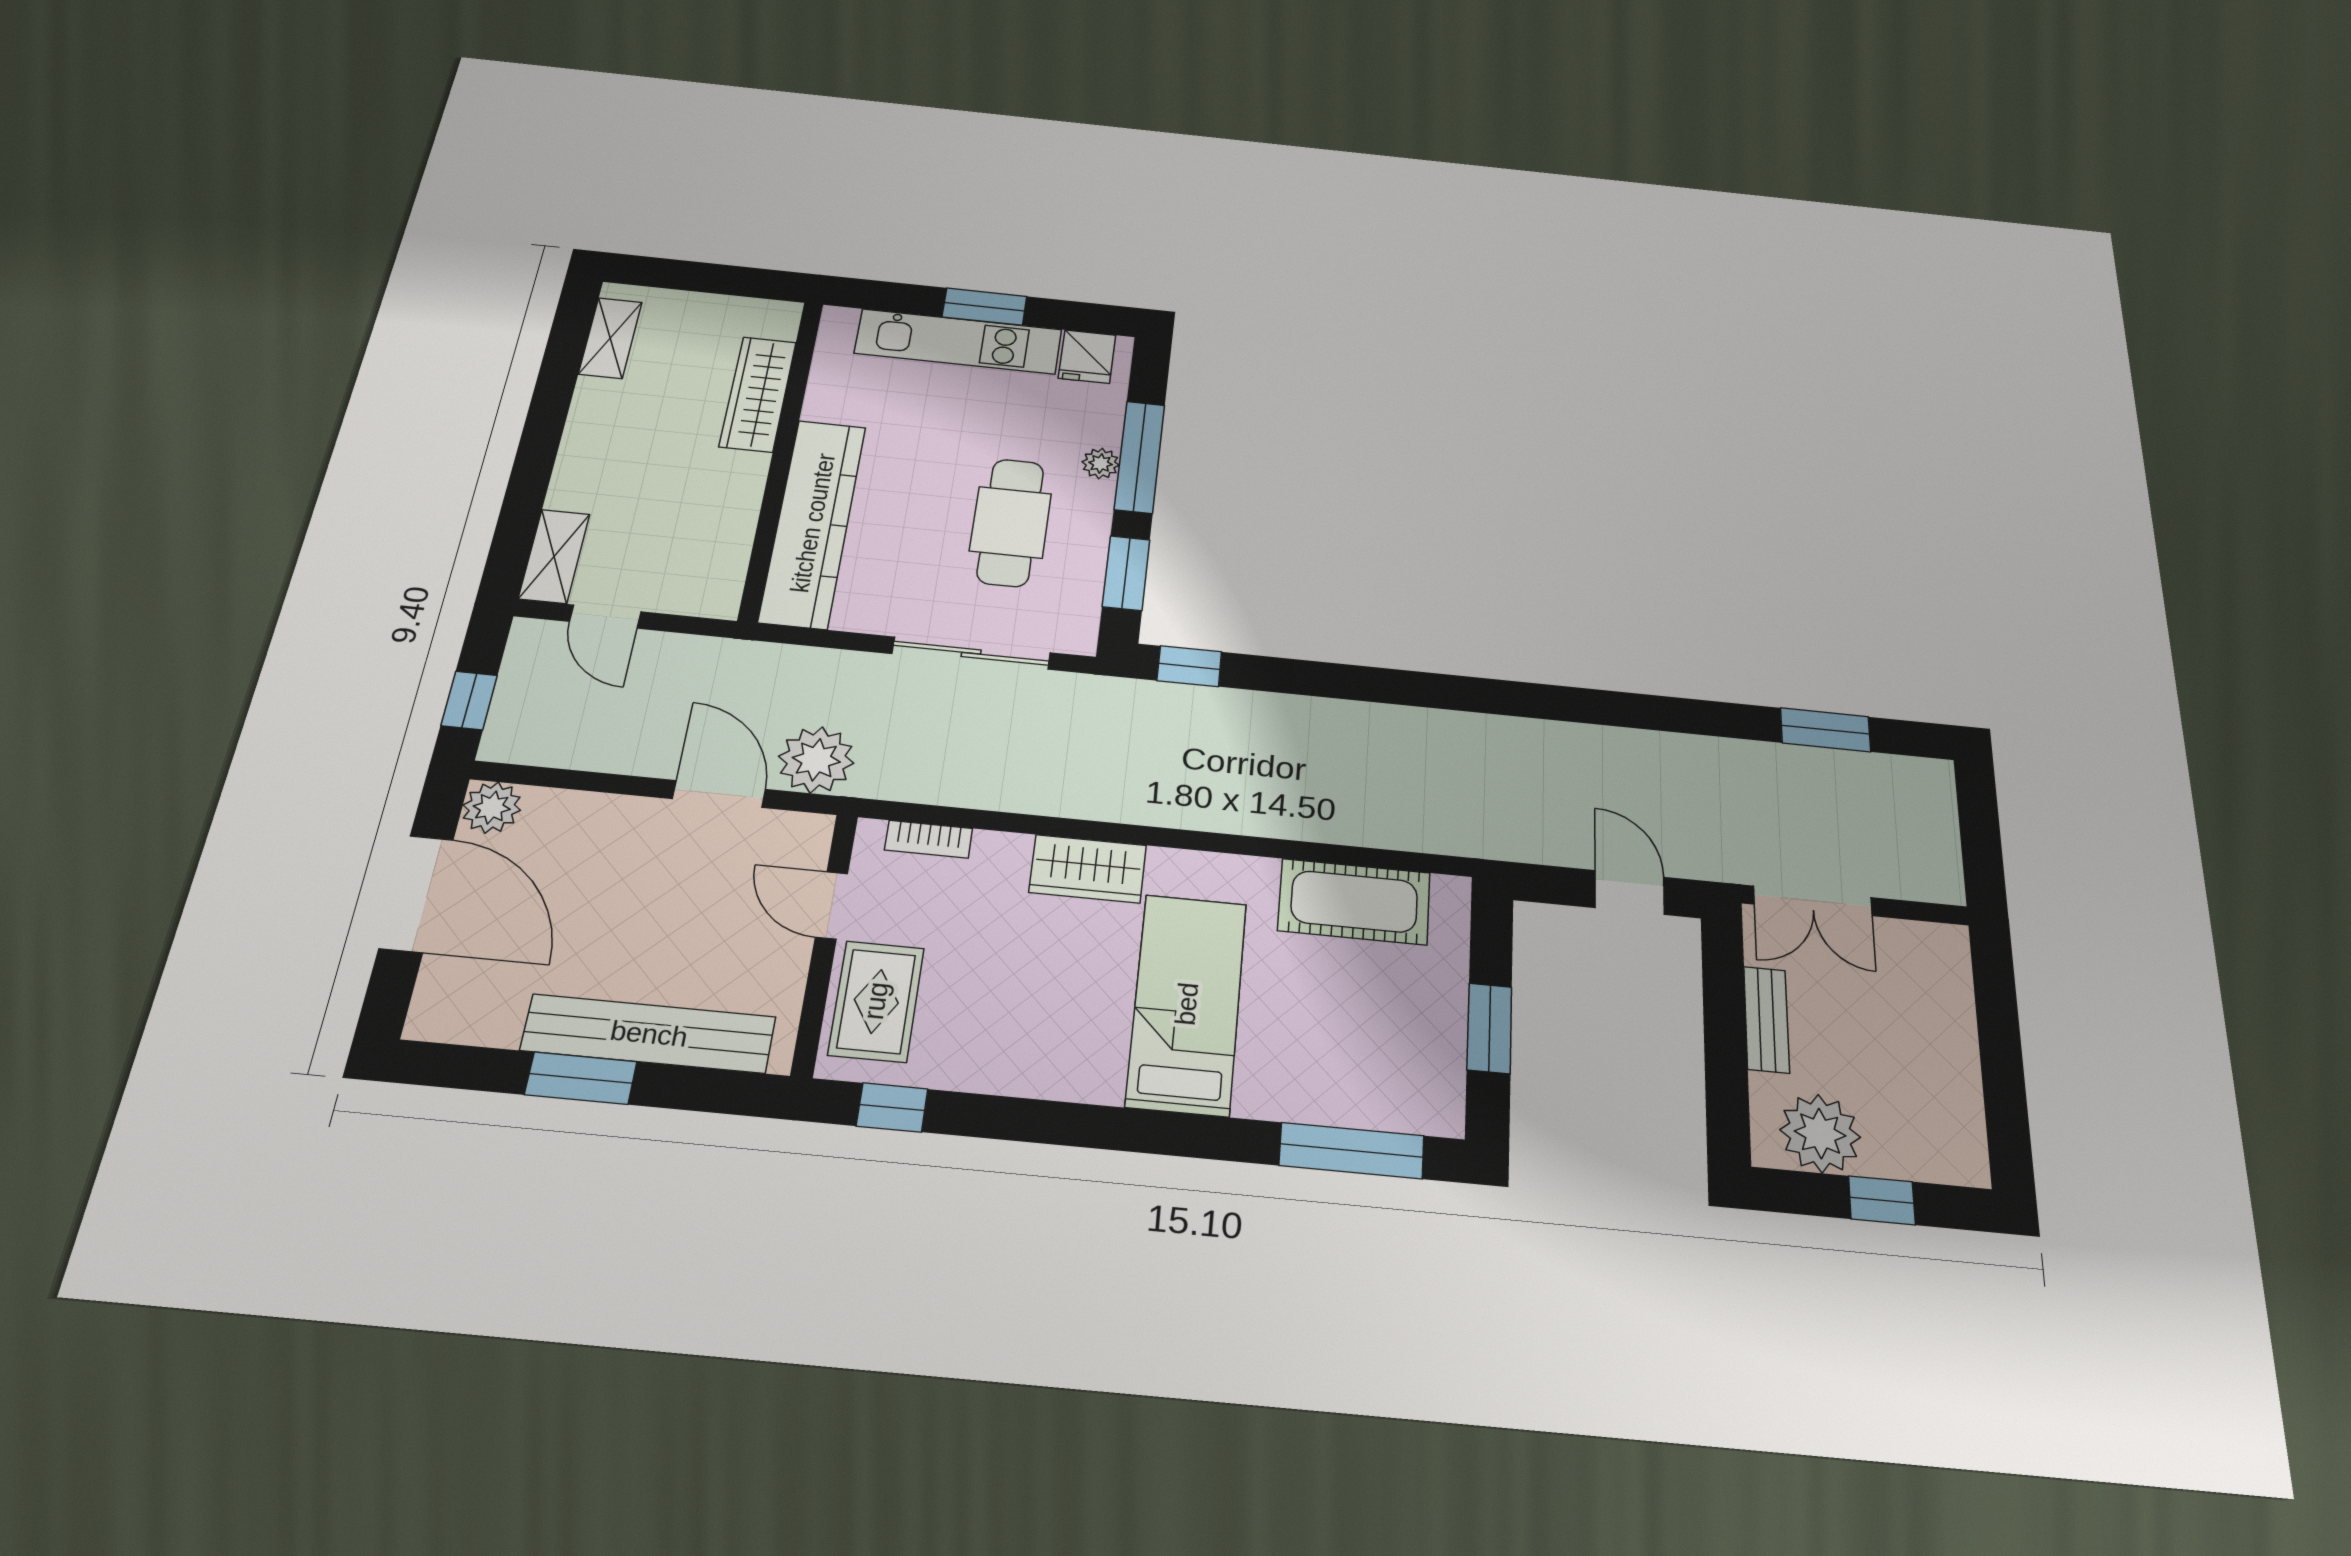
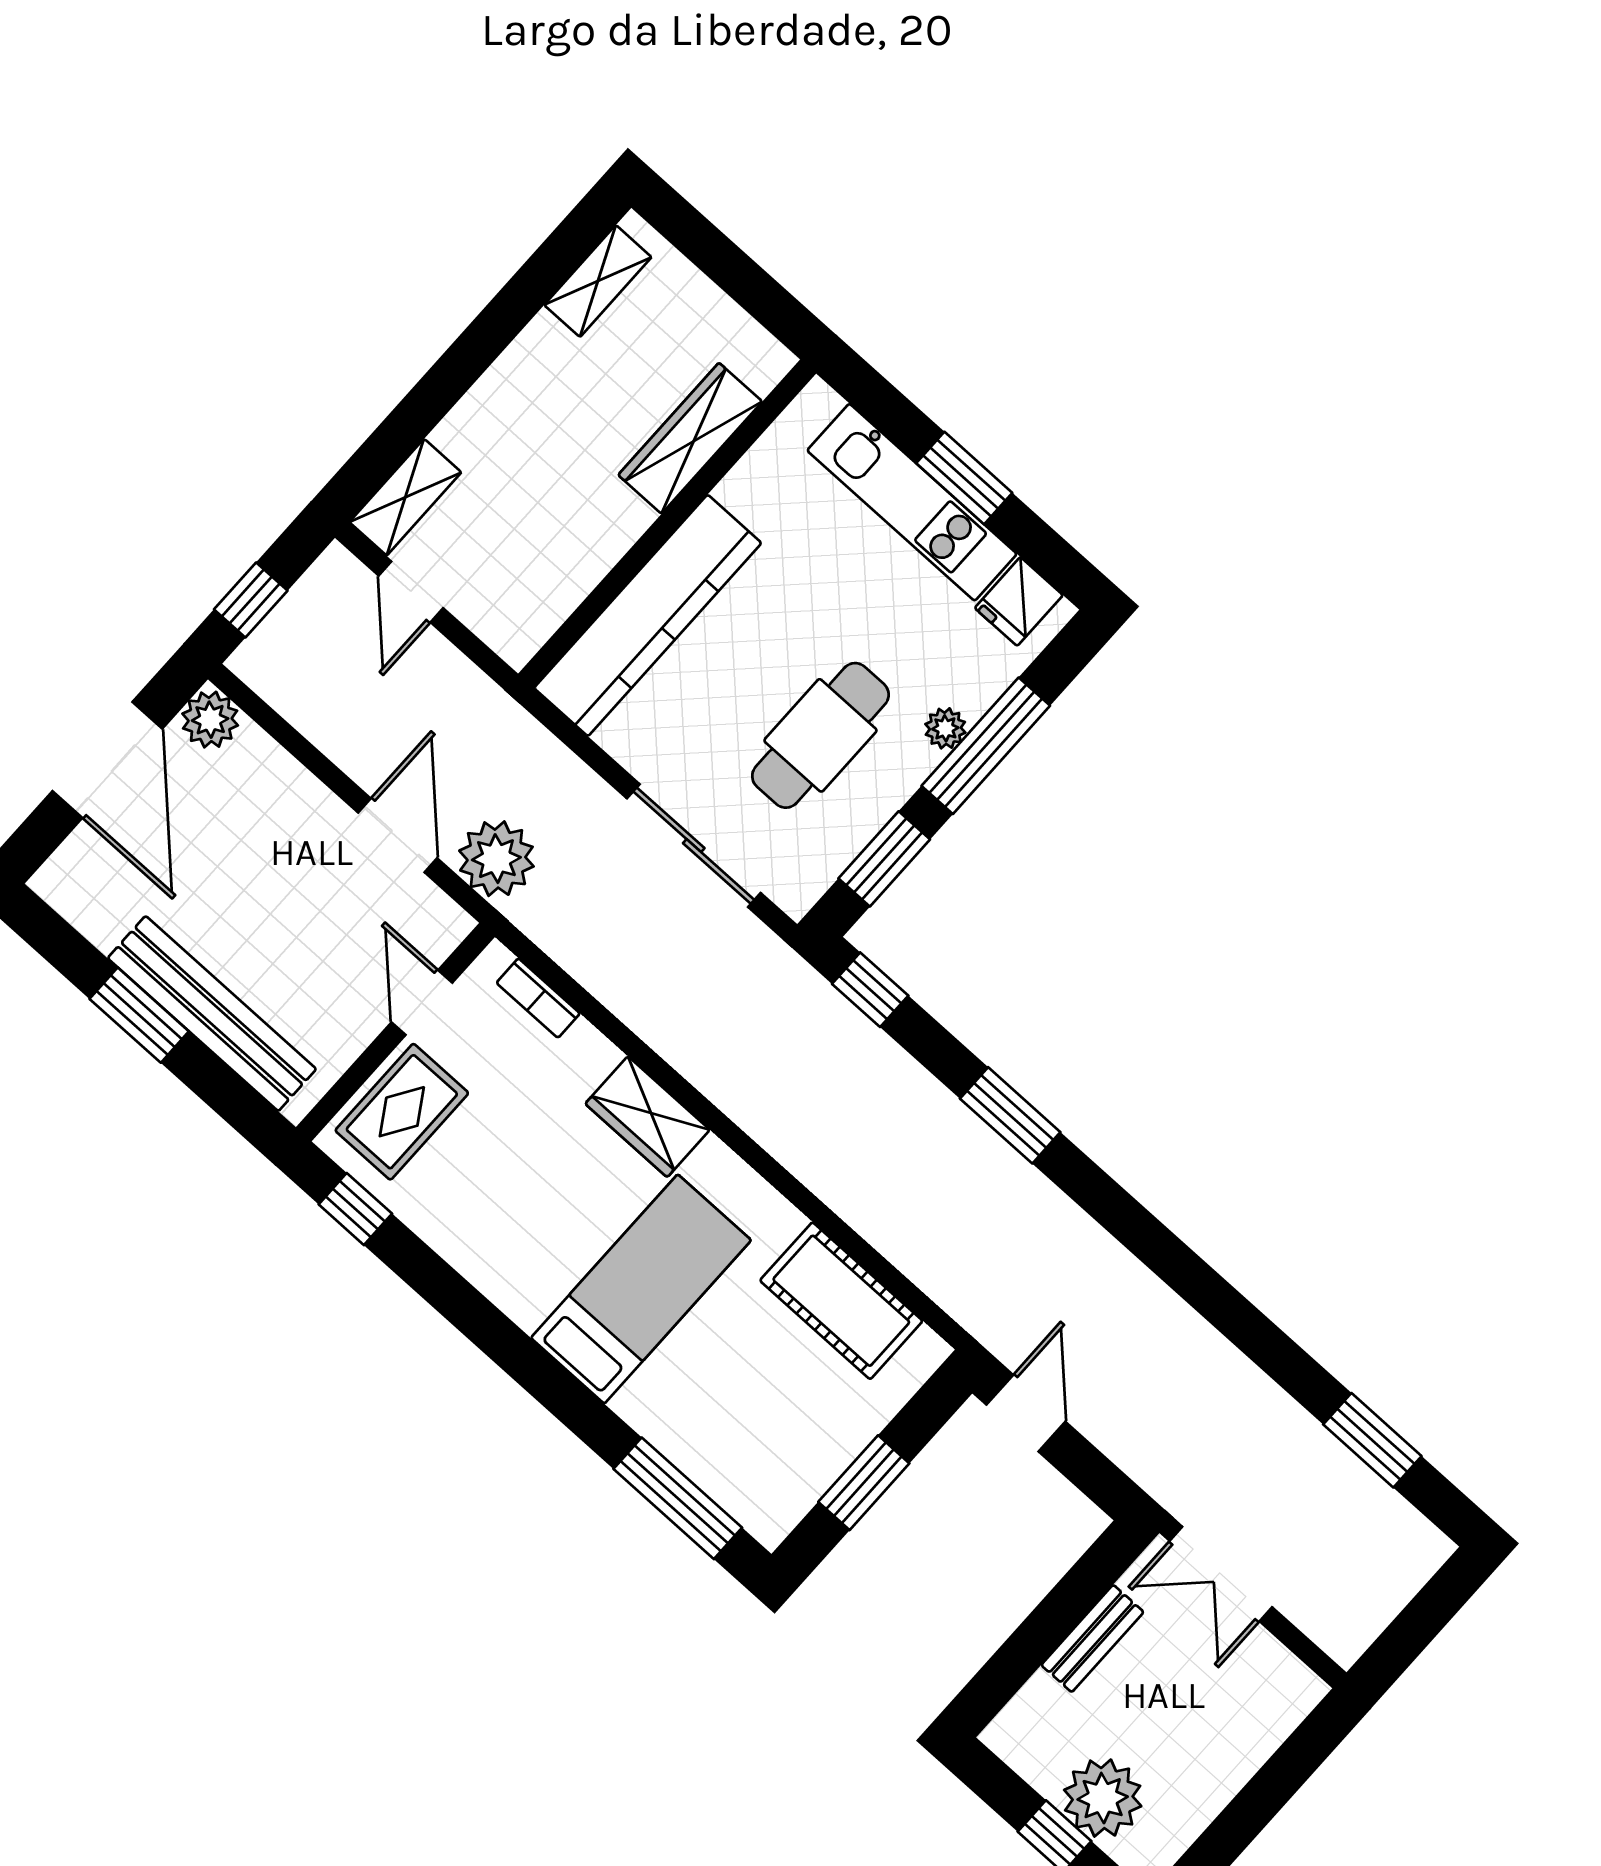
window: (1368, 684) -> (1010, 1115), added
door: (1630, 892) -> (1026, 1413), moved
plant: (1820, 1133) -> (1103, 1798), moved

